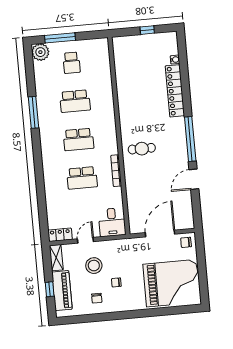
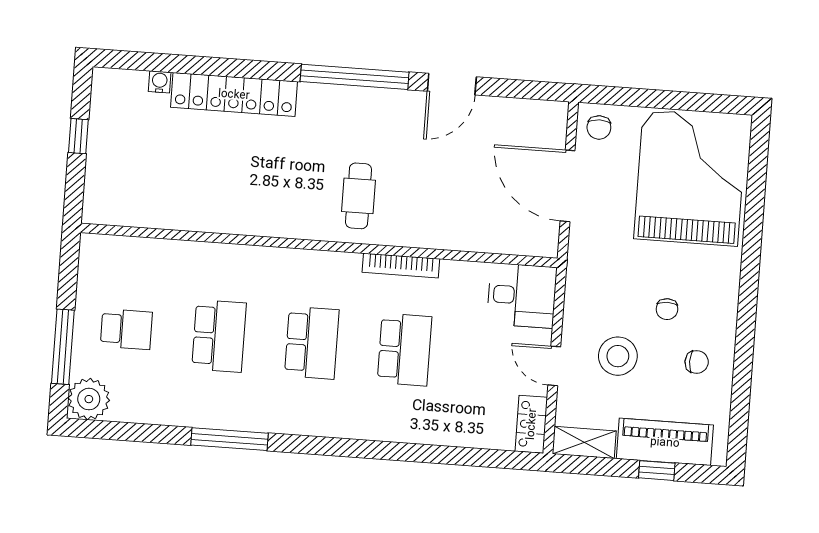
door: (194, 179) -> (452, 84), hinge flipped

